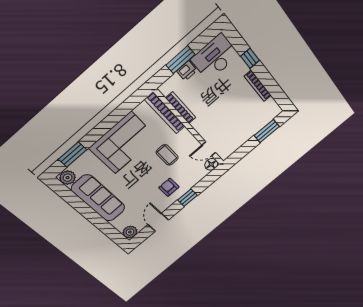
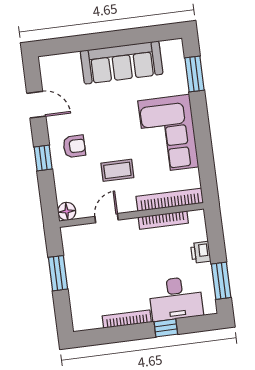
desk: (215, 57) -> (176, 299), moved, turned 90
window: (180, 60) -> (221, 281), moved
window: (267, 131) -> (58, 273), moved
door: (209, 149) -> (107, 218), moved
plant: (68, 178) -> (172, 50), removed
plant: (130, 232) -> (49, 65), removed

